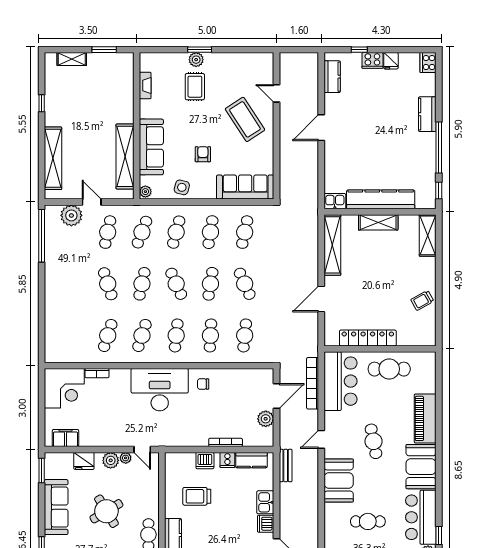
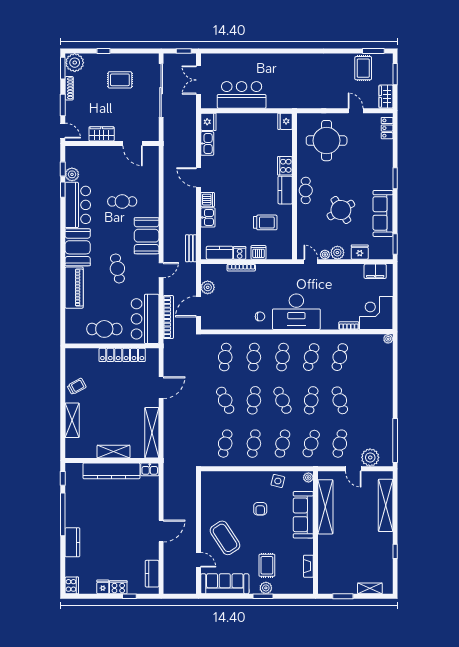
sofa: (245, 187) -> (225, 584), moved, turned 180
shelving: (428, 235) -> (72, 420), moved
plant: (50, 357) -> (388, 339), added

